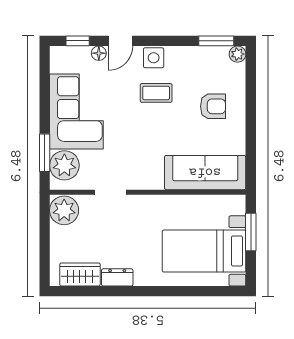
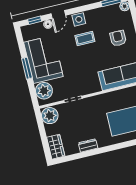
armchair: (213, 106) -> (118, 38), turned -90
window: (45, 153) -> (27, 68), moved
wardrobe: (80, 275) -> (56, 147), moved, turned 90

